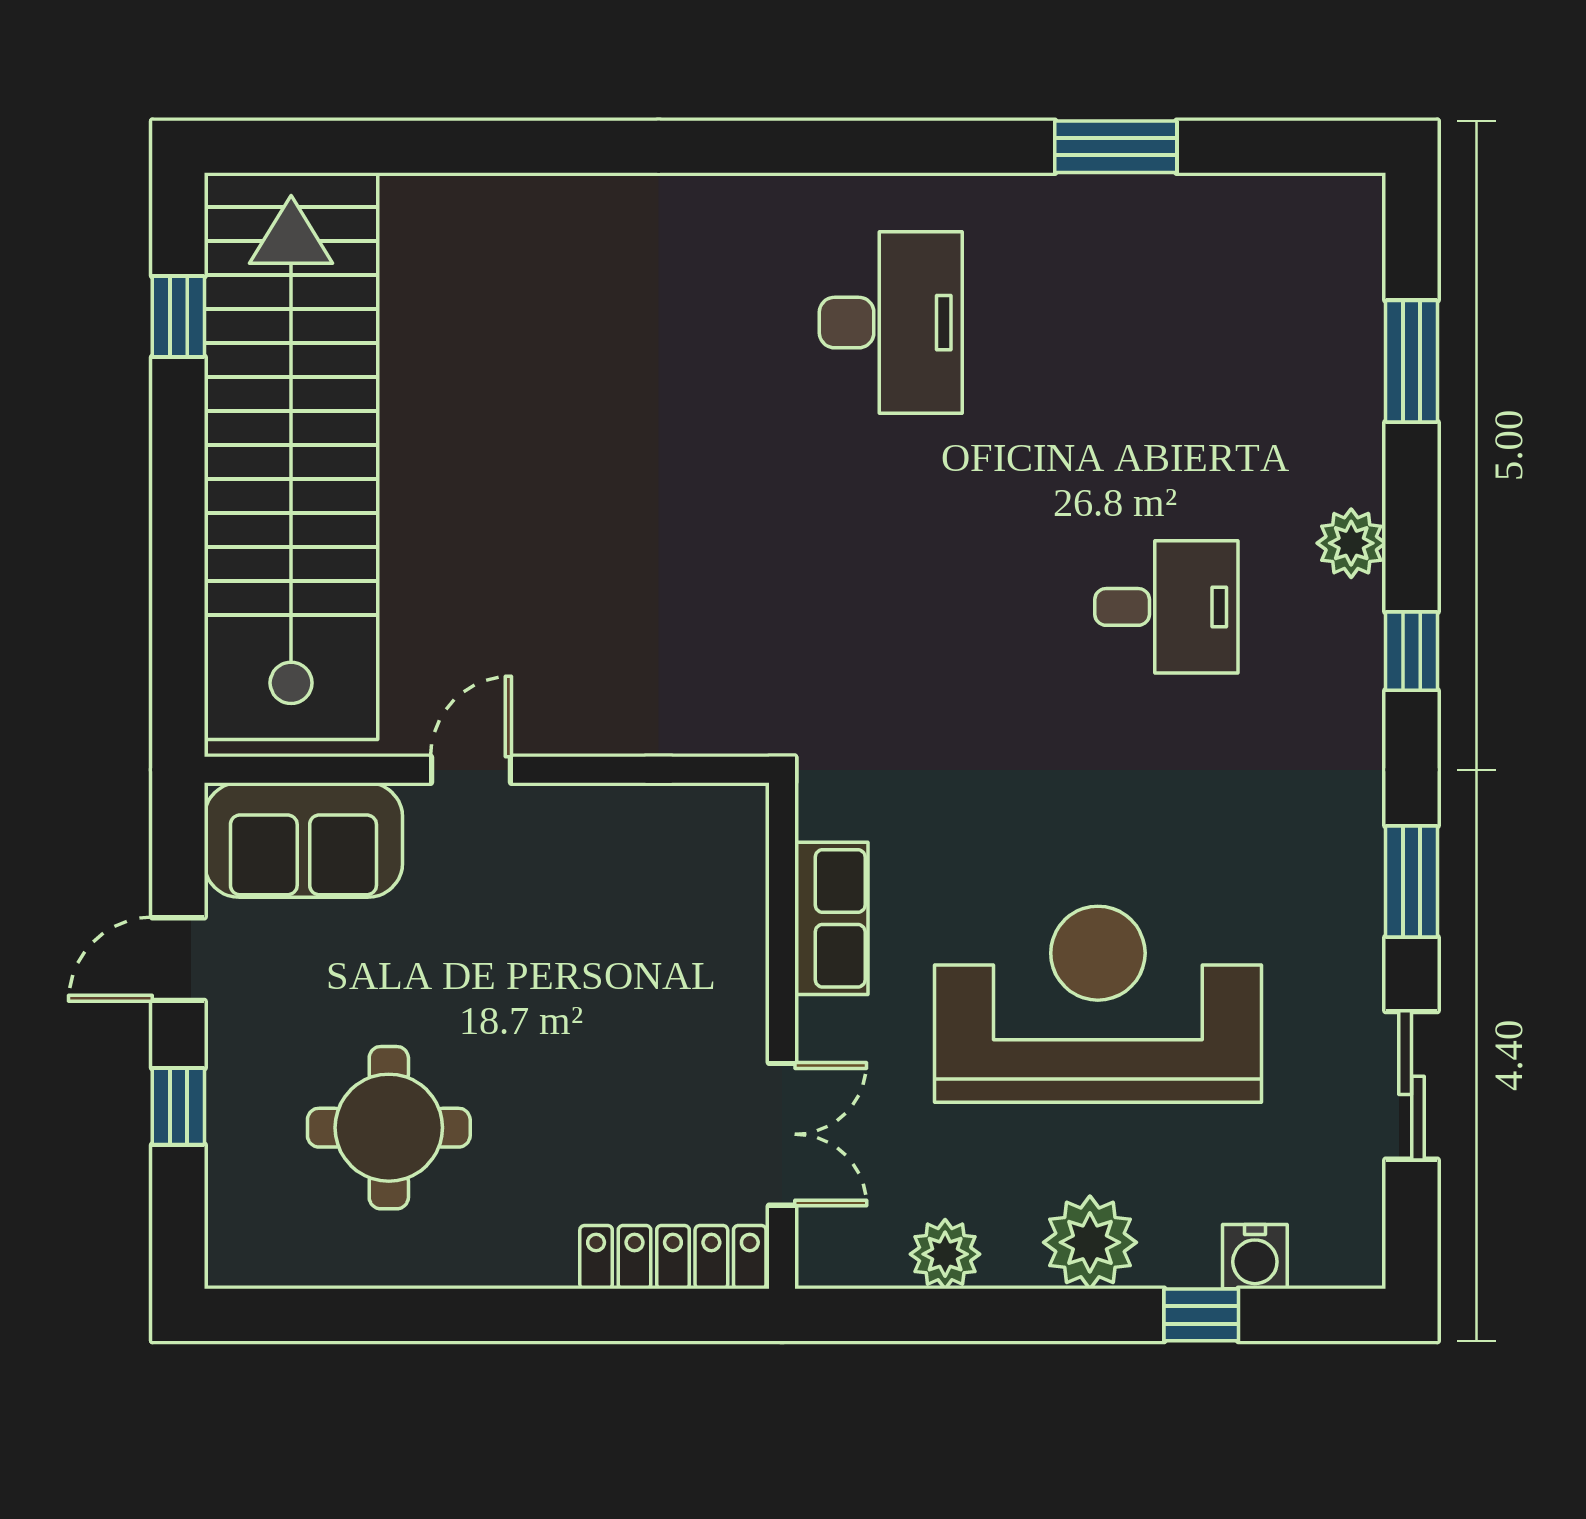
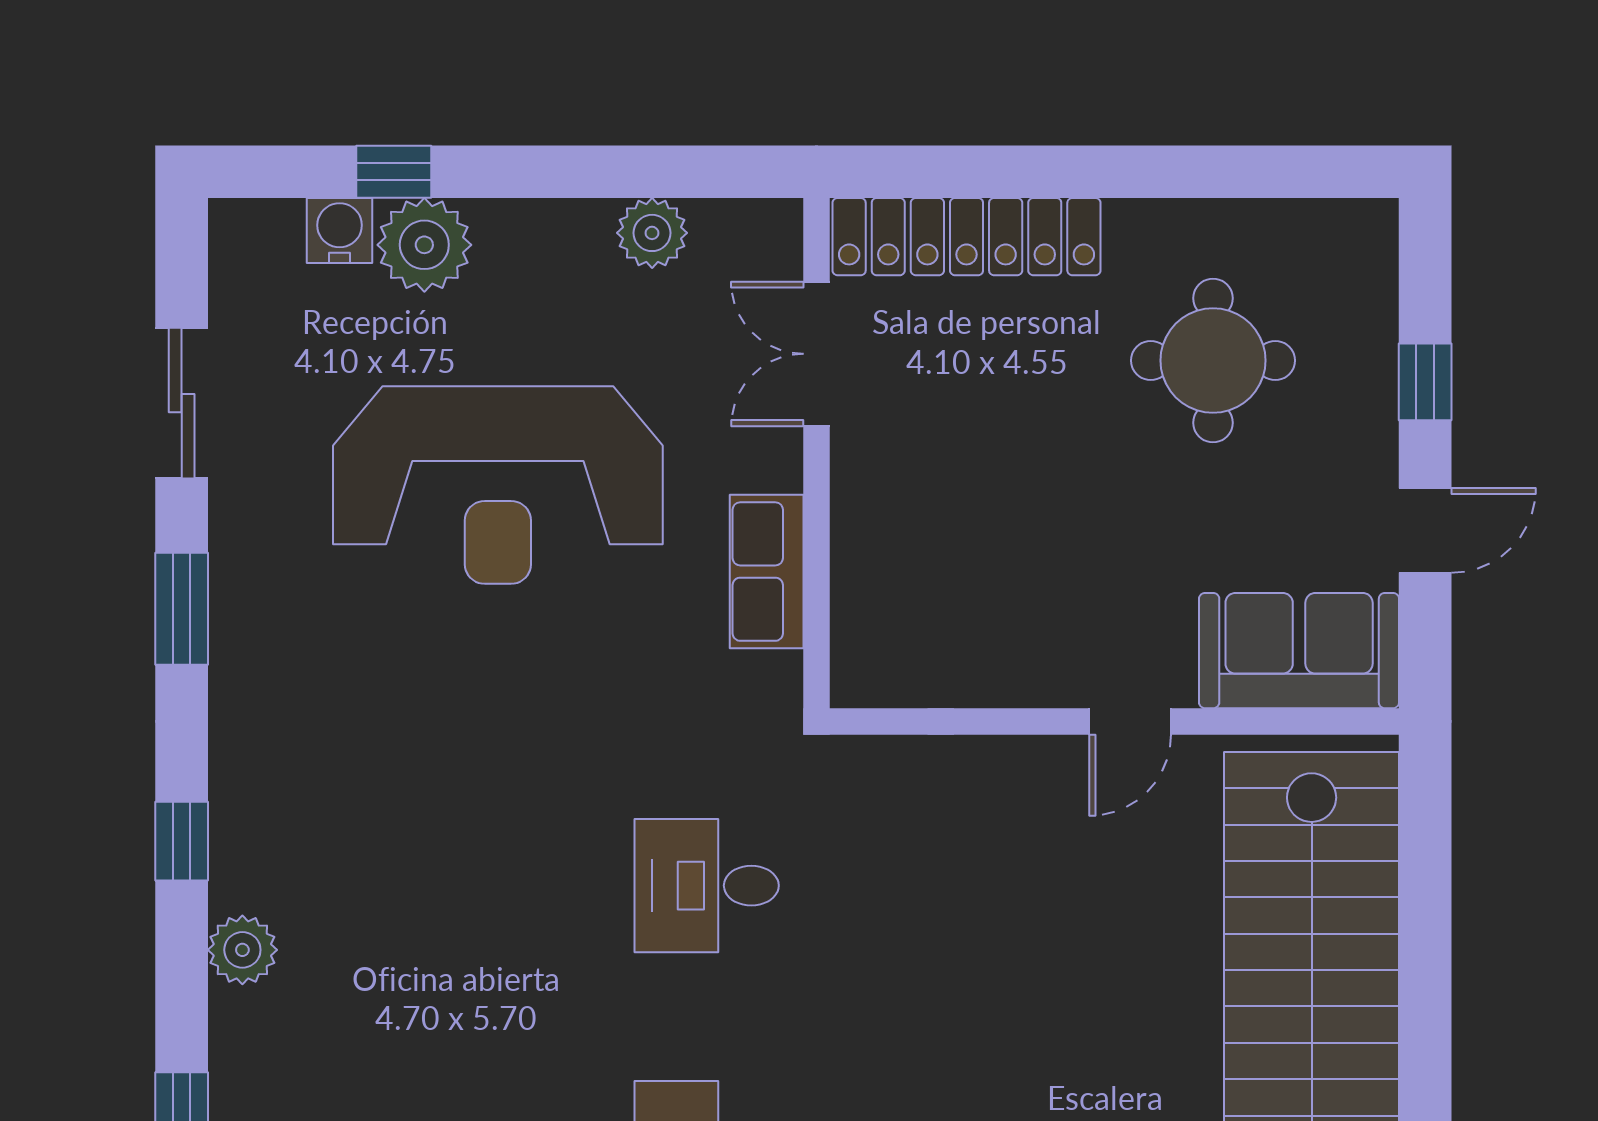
desk: (1166, 607) -> (707, 886), moved
plant: (1090, 1242) -> (424, 245), moved
locker: (673, 1257) -> (967, 237), width x1.41, depth x1.21

